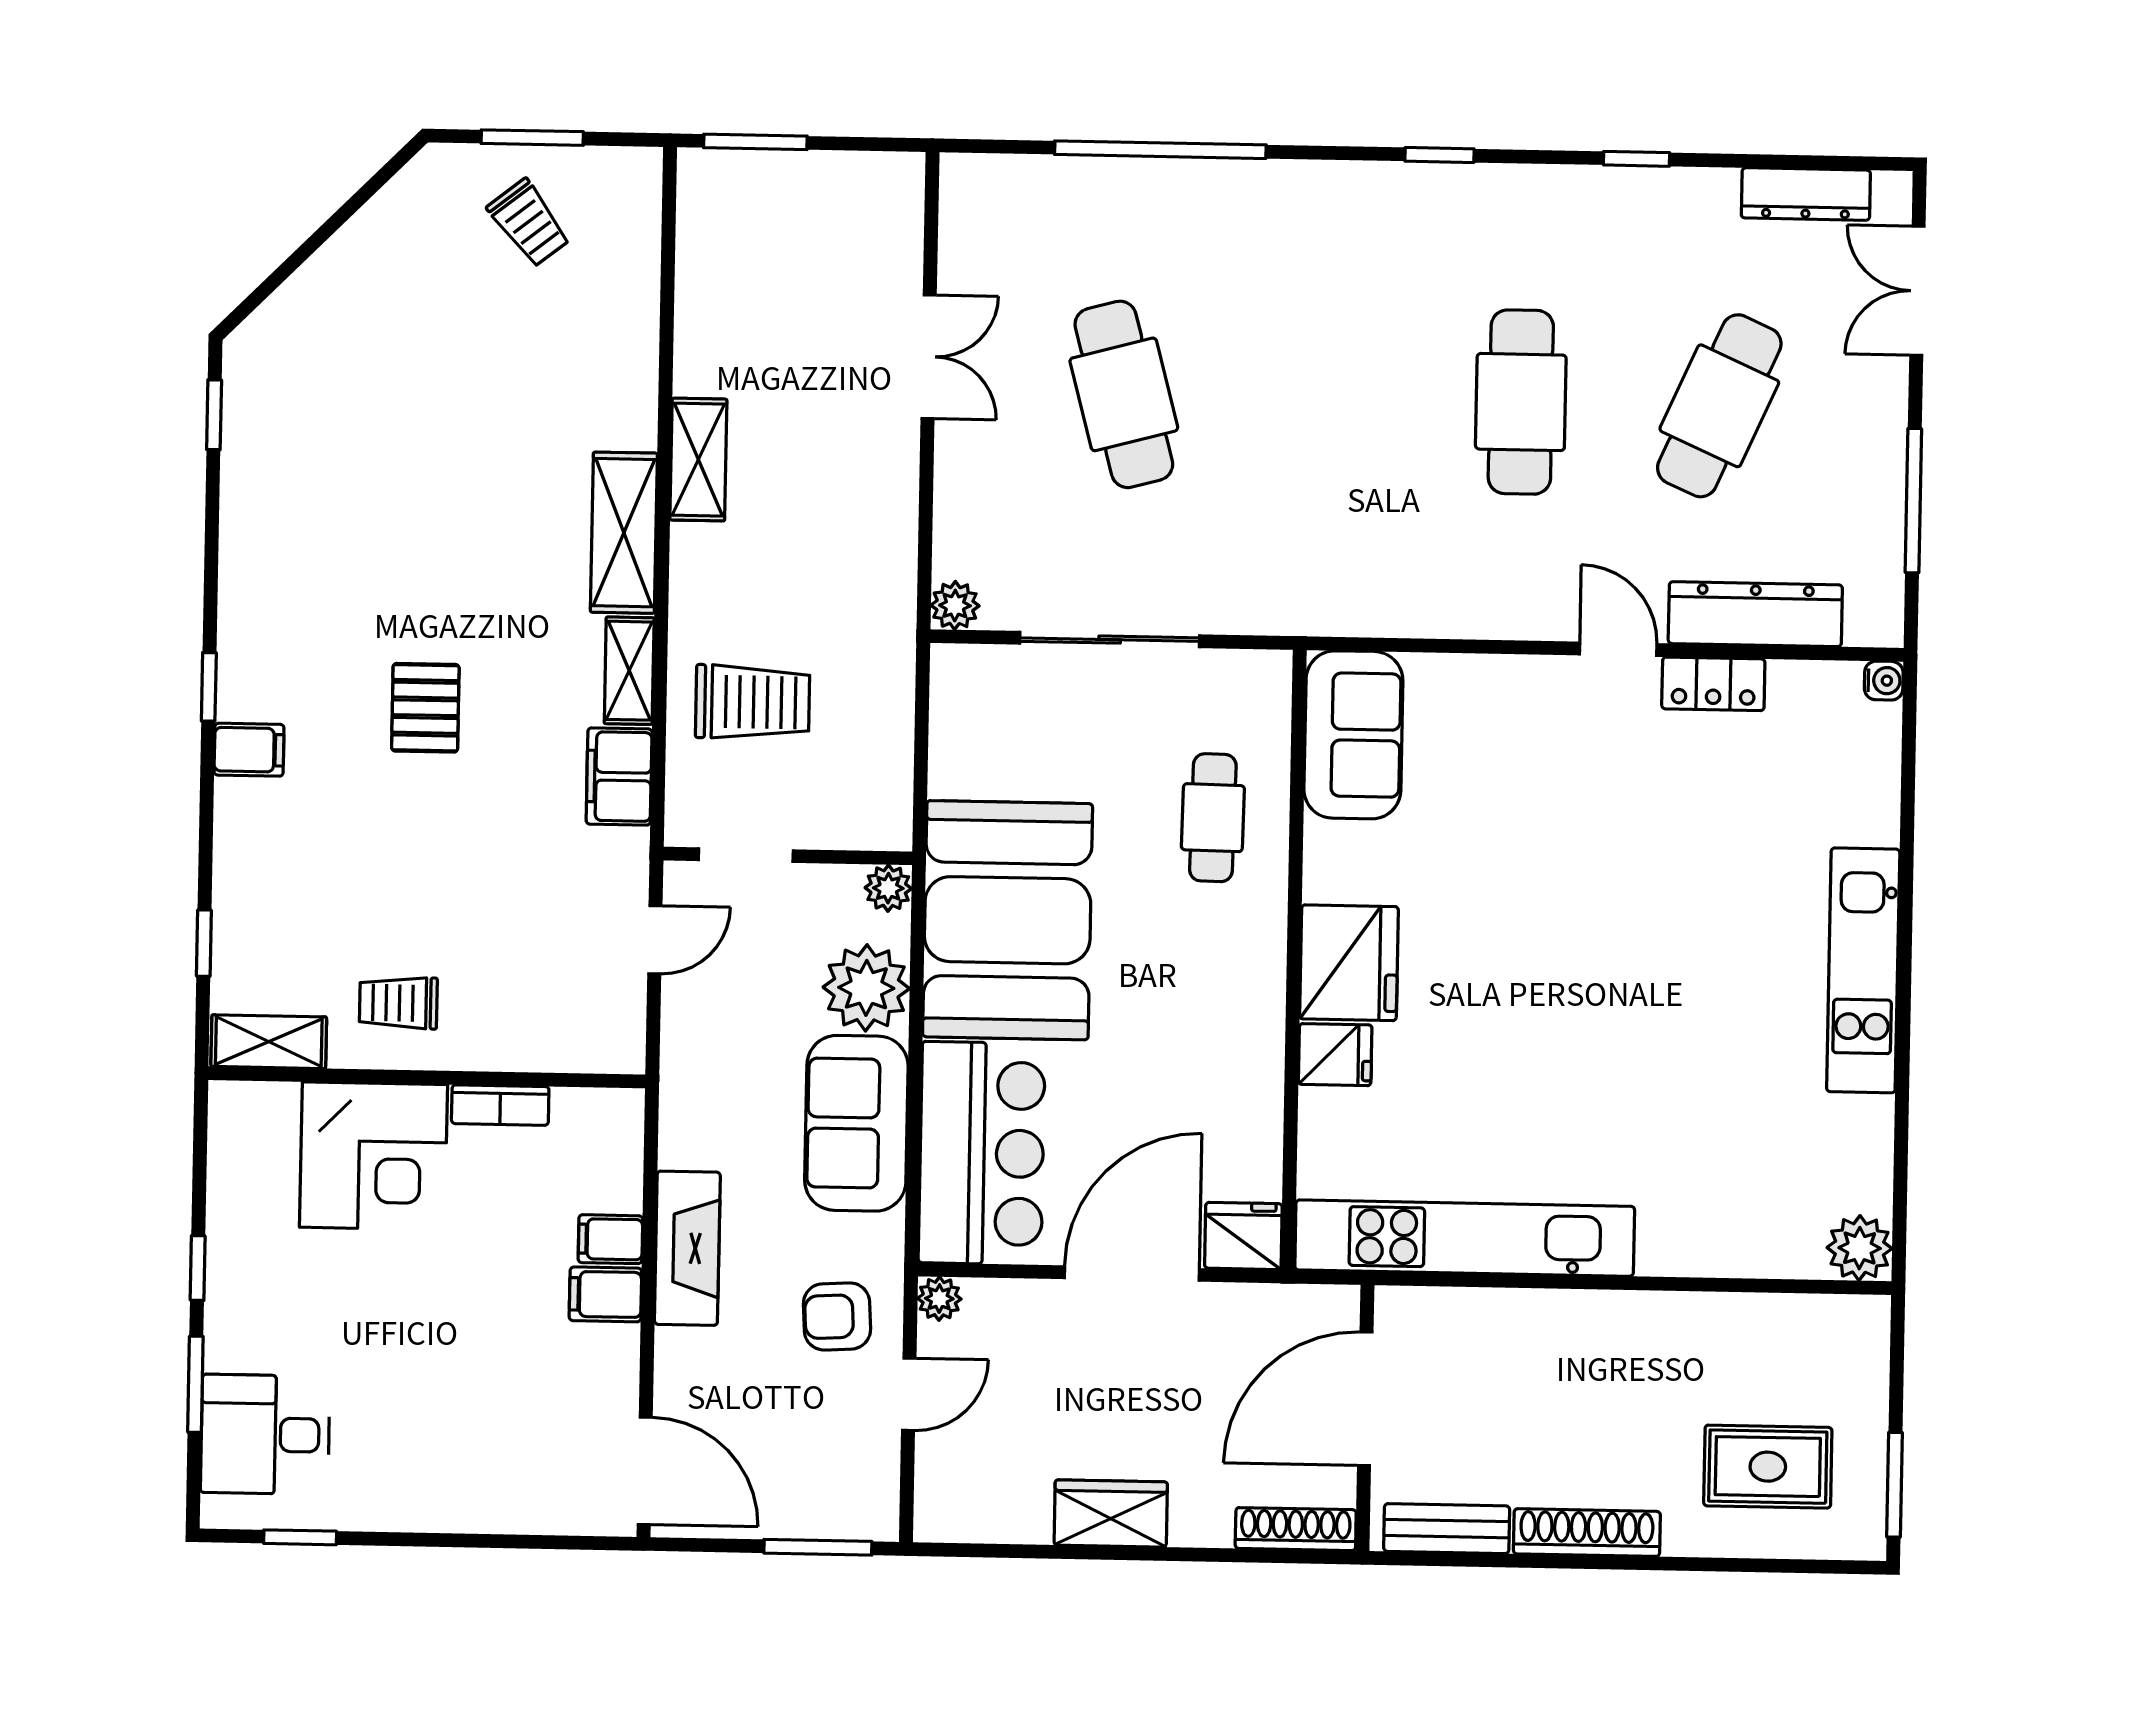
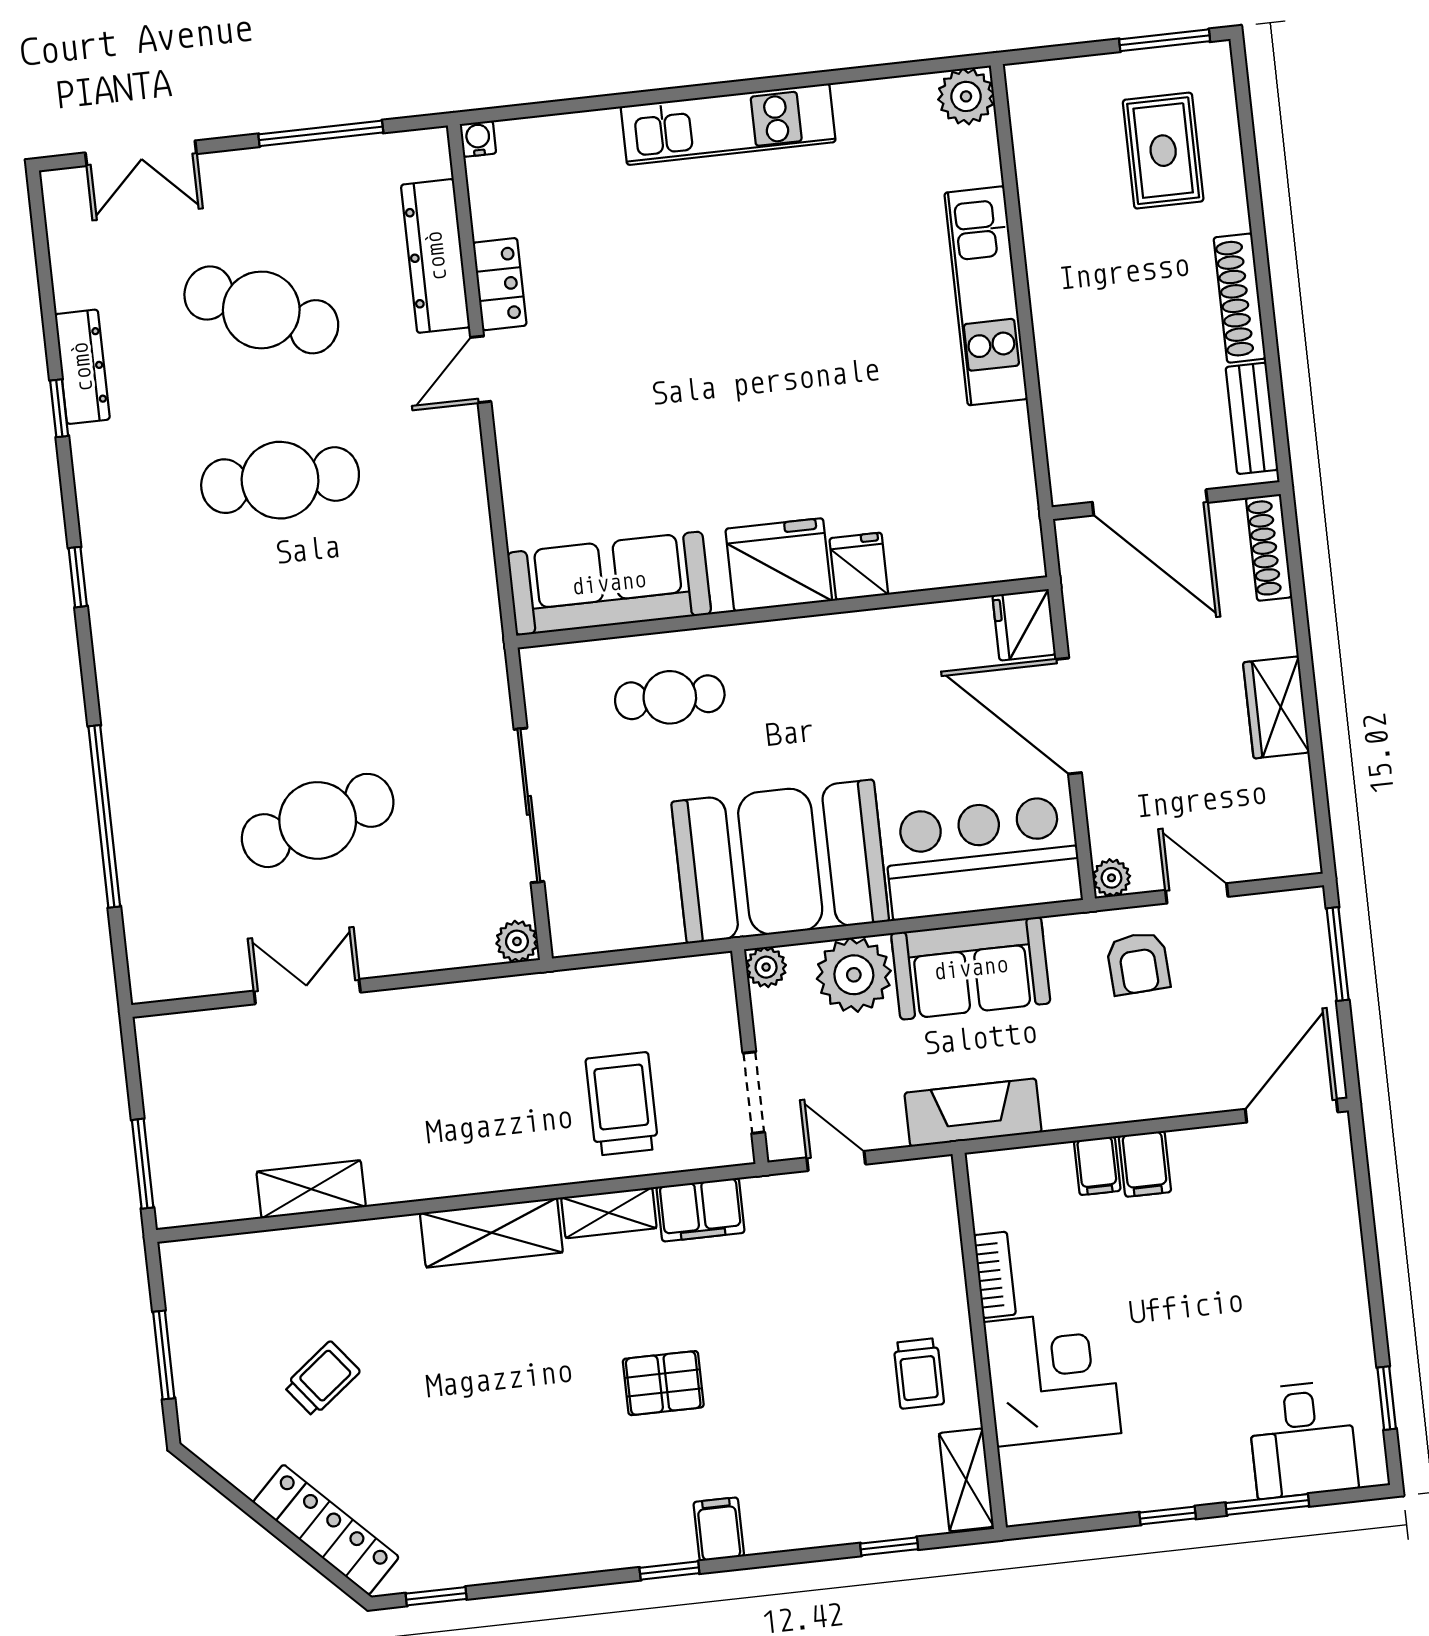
dresser: (1806, 194) -> (82, 367), moved
trolley: (529, 223) -> (322, 1379), moved
locker: (307, 298) -> (326, 1530), added
shelving: (698, 460) -> (311, 1189), moved
sofa: (1353, 735) -> (609, 583), width x1.36
kitchen unit: (1465, 1238) -> (986, 296), moved, width x0.73
fireplace: (687, 1248) -> (973, 1113), moved

